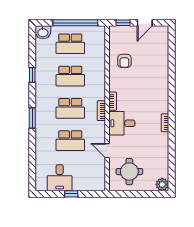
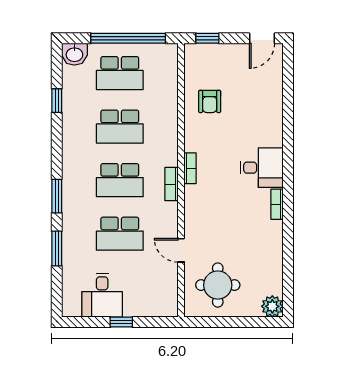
door: (145, 23) -> (262, 38), moved
window: (32, 75) -> (57, 101), moved
desk: (122, 123) -> (262, 168), moved, turned 180
window: (32, 150) -> (57, 248), added

